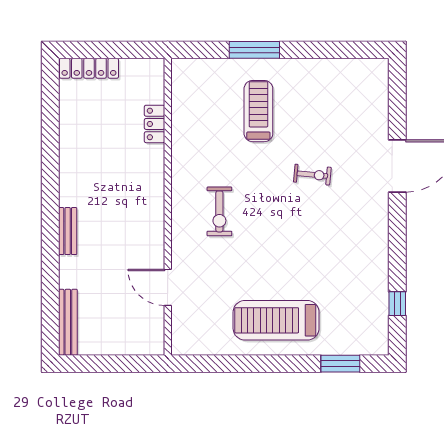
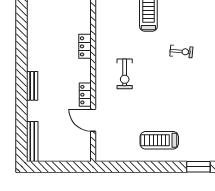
locker: (155, 124) -> (85, 46), moved
locker: (155, 245) -> (85, 95), added
treadmill: (276, 320) -> (159, 140), width x0.73, depth x0.73

